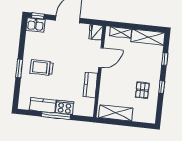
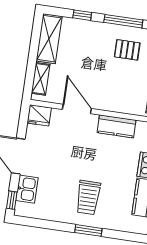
kitchen sink: (36, 25) -> (27, 189), moved
window: (162, 87) -> (123, 21), width x2.17

